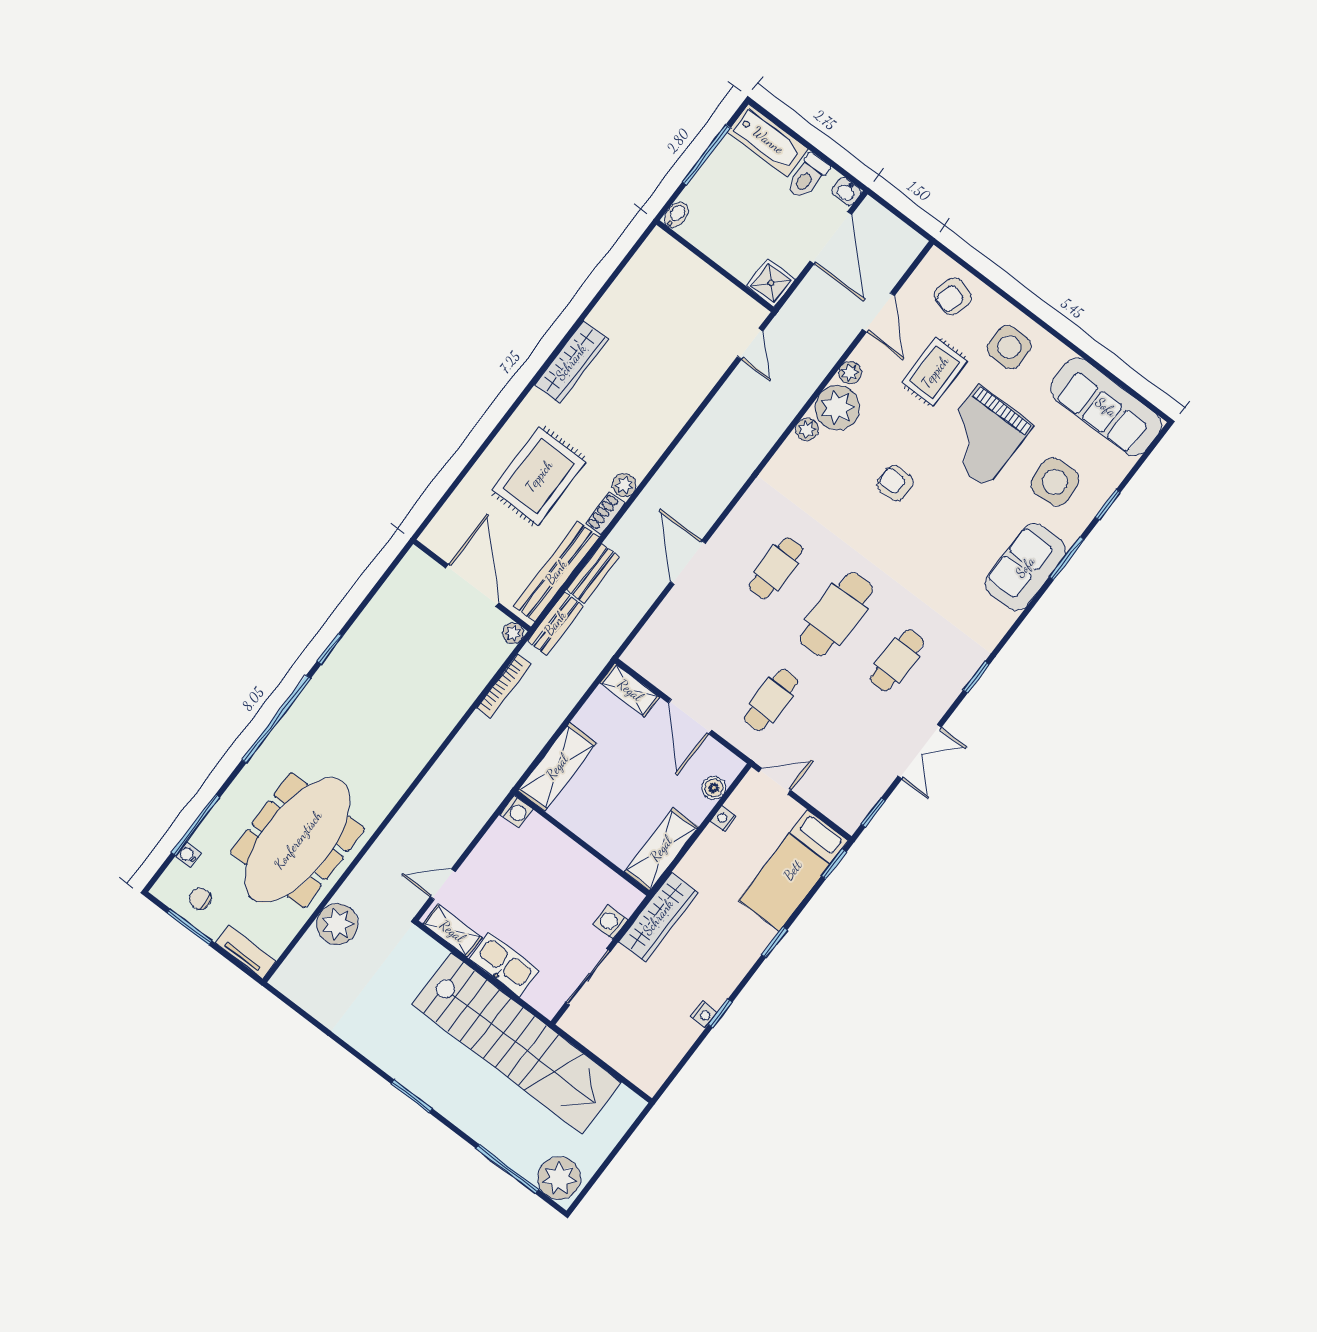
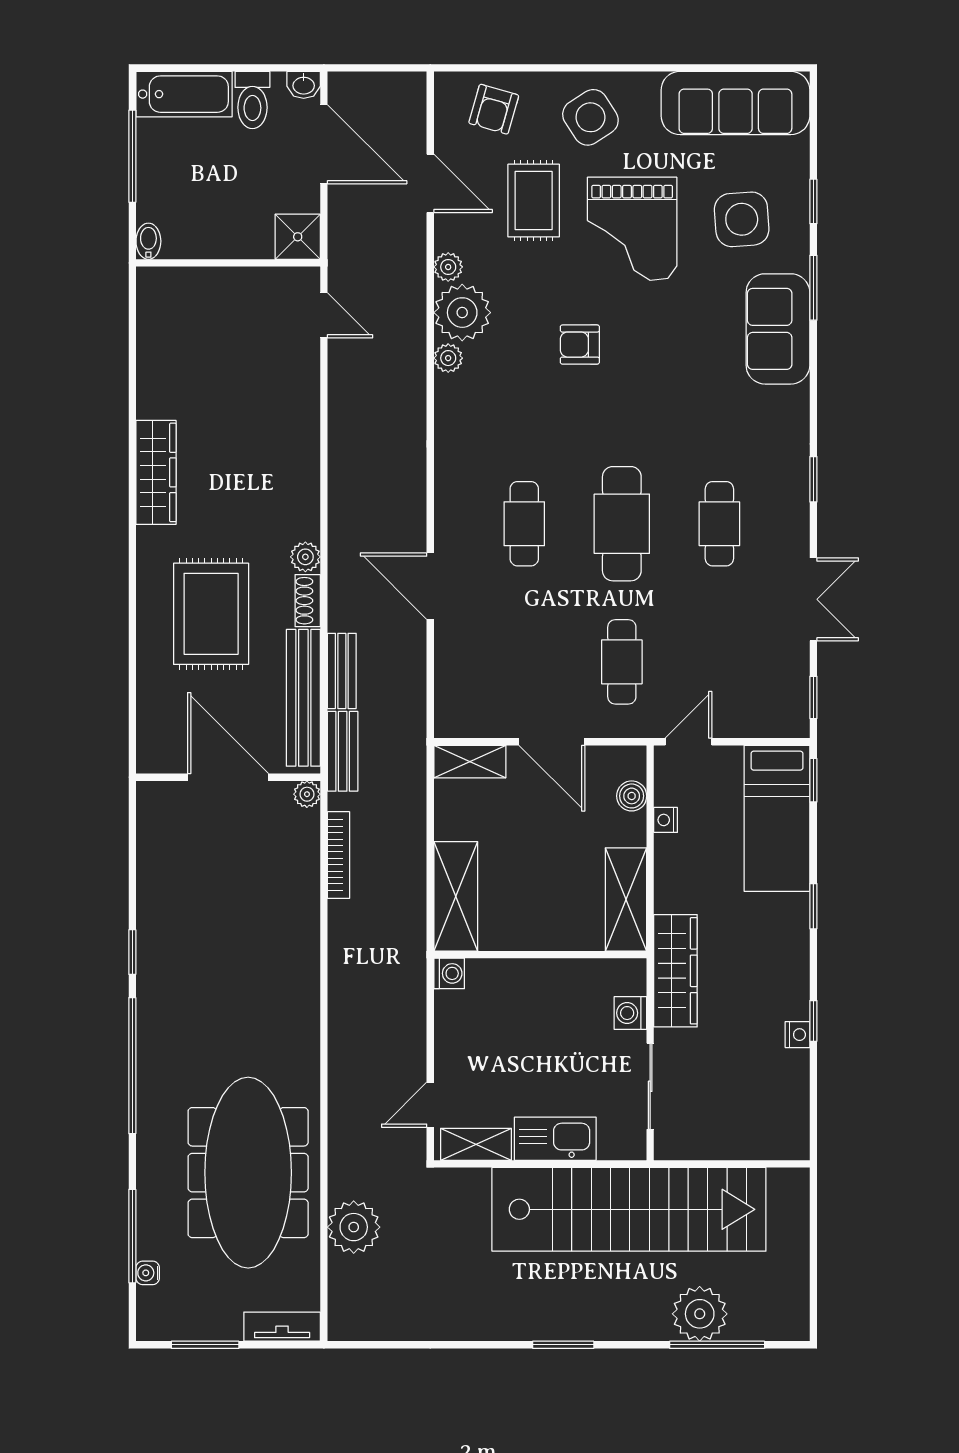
side table: (1009, 347) -> (590, 117), turned -33
chair: (200, 899) -> (194, 1308), removed
plant: (559, 1178) -> (700, 1314), moved

